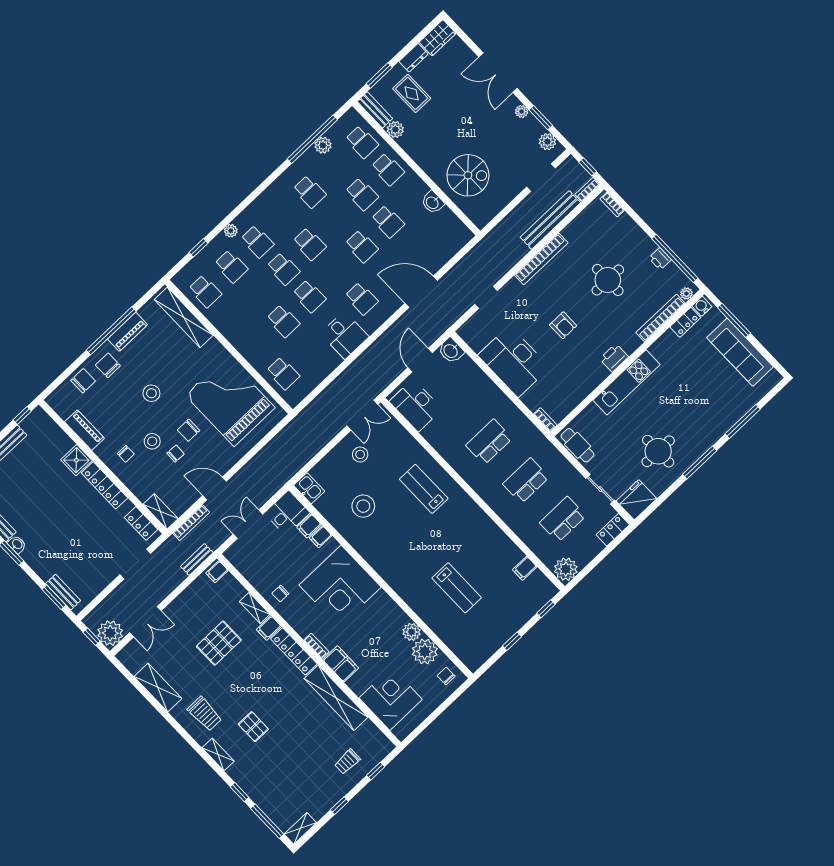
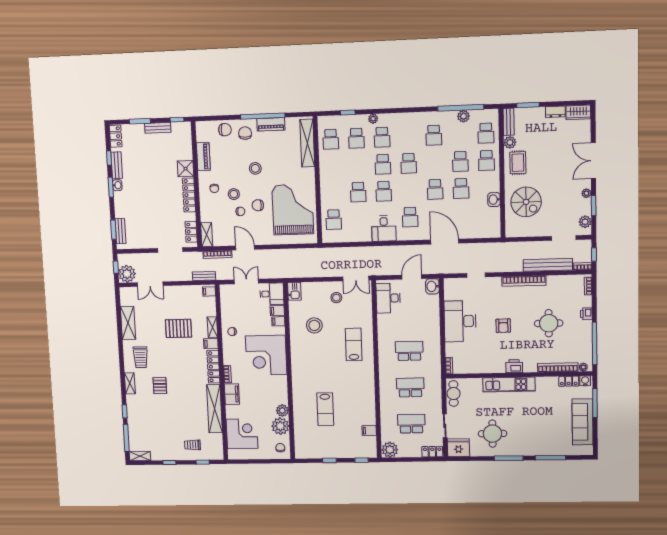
rug: (412, 93) -> (518, 163), moved
printer: (660, 259) -> (586, 314), moved

